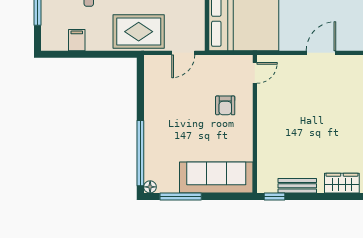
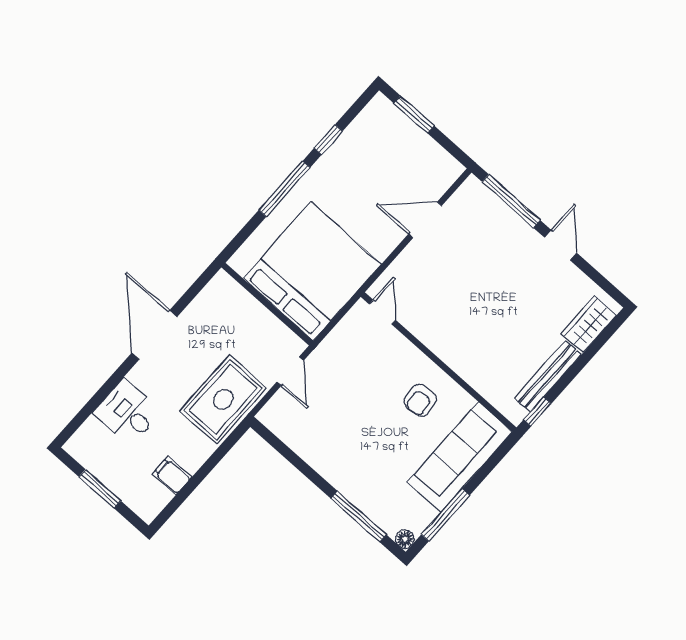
door: (321, 53) -> (425, 220), hinge flipped
armchair: (225, 105) -> (420, 400), moved, turned 84
window: (140, 153) -> (358, 516), width x0.68
bench: (297, 186) -> (548, 376), width x1.36

